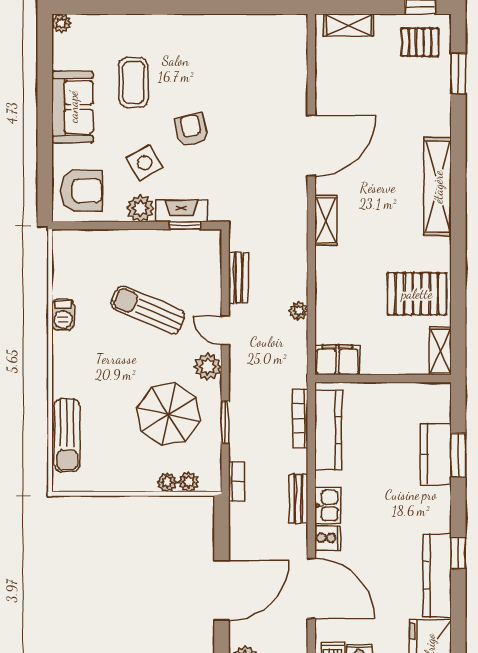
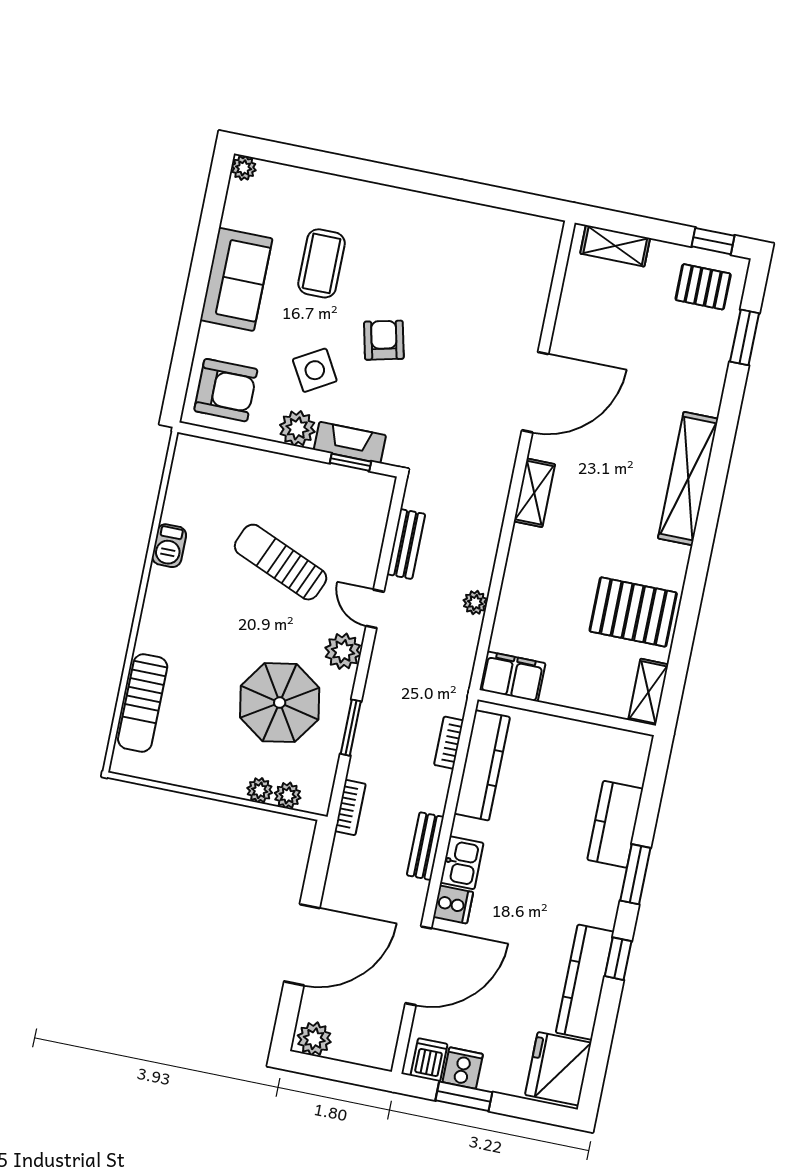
bookcase: (300, 418) -> (449, 743), width x0.64
window: (458, 455) -> (635, 874), moved
door: (311, 588) -> (418, 966), hinge flipped

